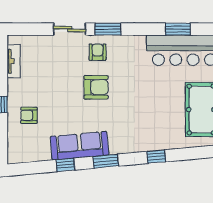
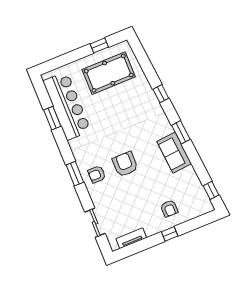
sliding door: (70, 29) -> (95, 223), moved
sofa: (80, 146) -> (174, 153), width x0.73
window: (65, 165) -> (211, 190), moved

